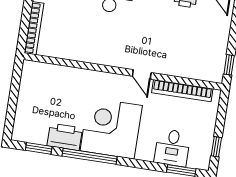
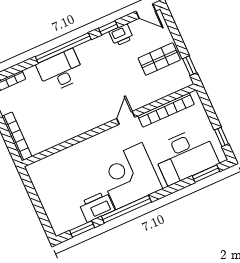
shop shelf: (206, 41) -> (159, 59), added
door: (142, 74) -> (126, 118), swing flipped
desk: (172, 148) -> (185, 156), width x1.87, depth x1.30

